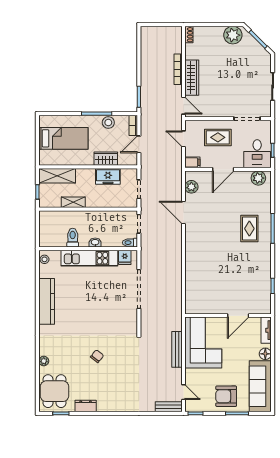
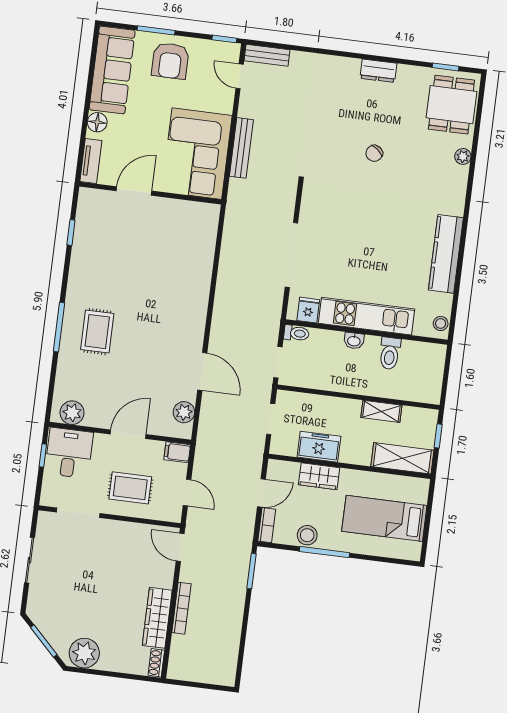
wardrobe: (192, 78) -> (157, 618), moved
armchair: (226, 396) -> (170, 61), turned 90
dresser: (86, 406) -> (378, 71), moved

